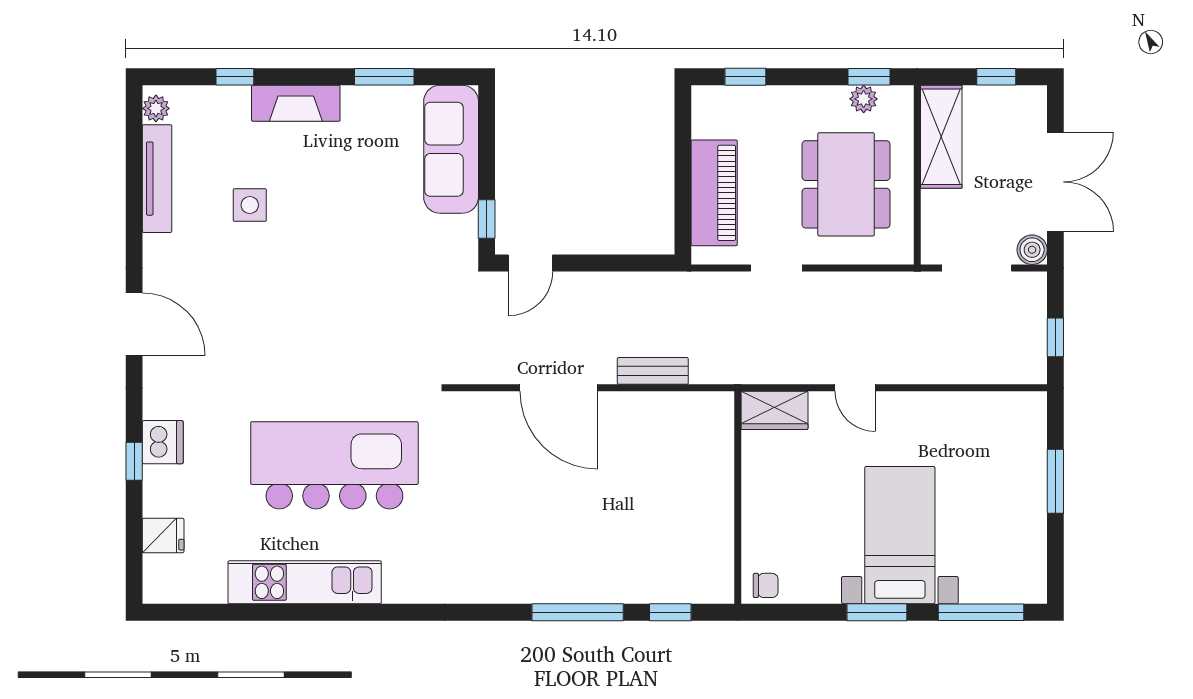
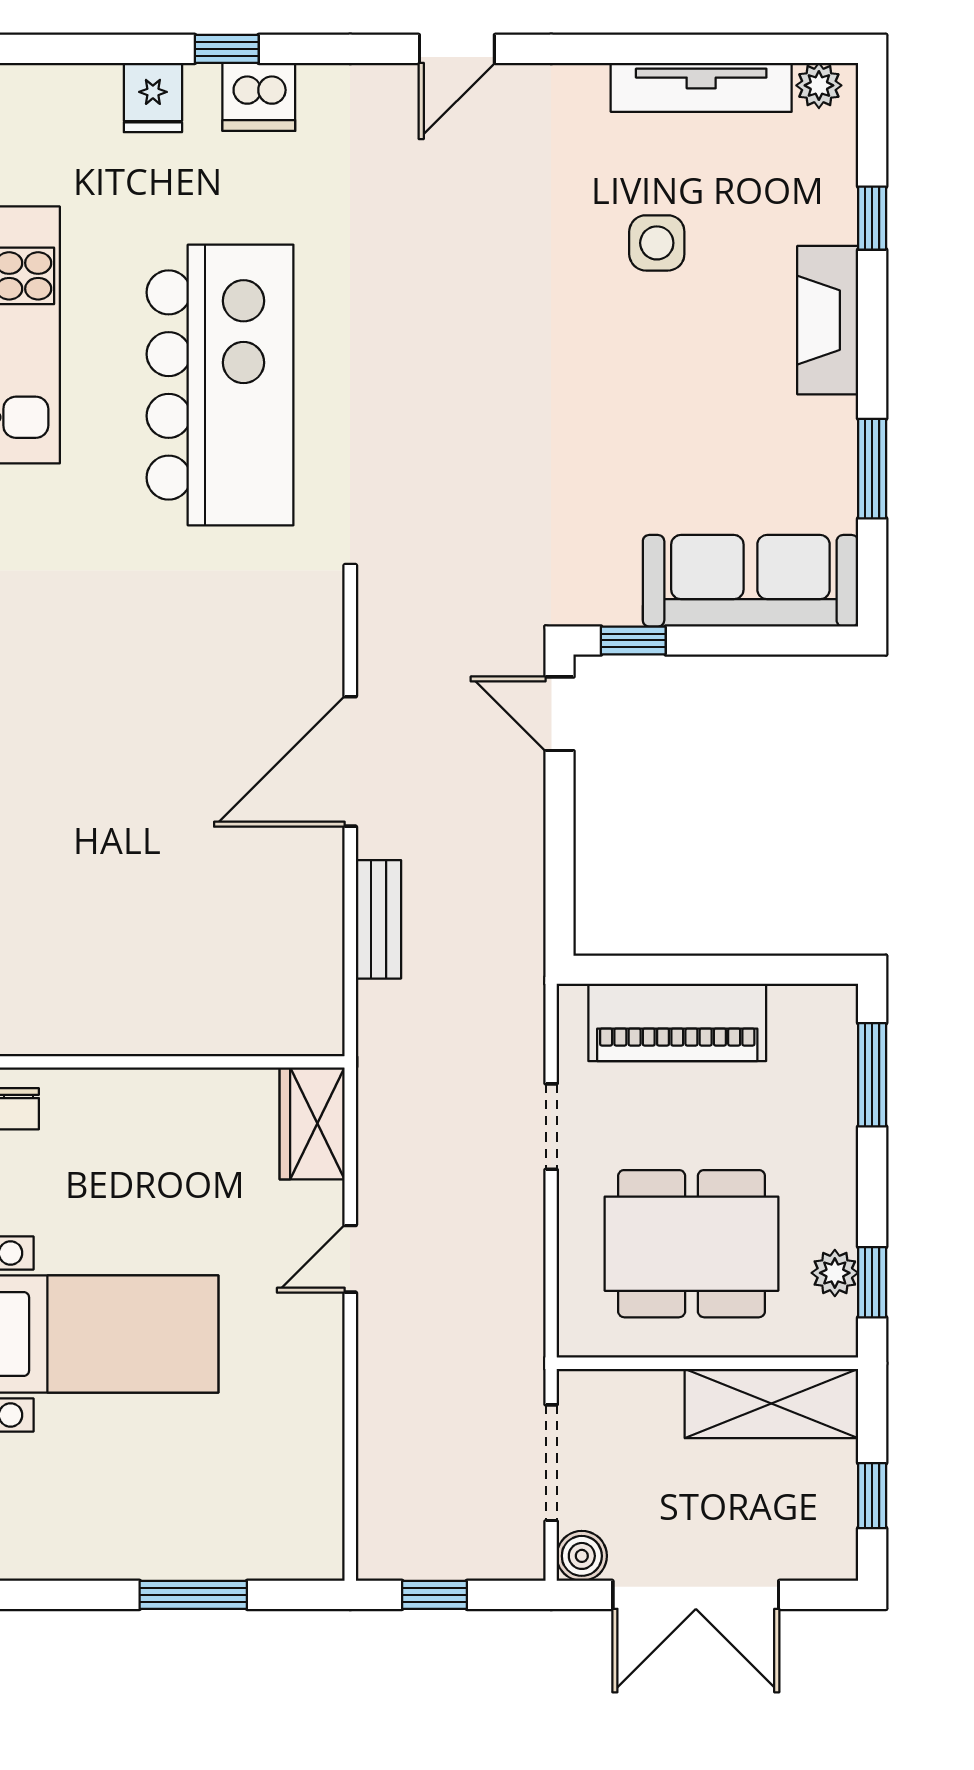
window: (745, 77) -> (872, 1075), width x1.50
door: (134, 324) -> (457, 49), width x0.73
fridge: (163, 536) -> (153, 97), moved

